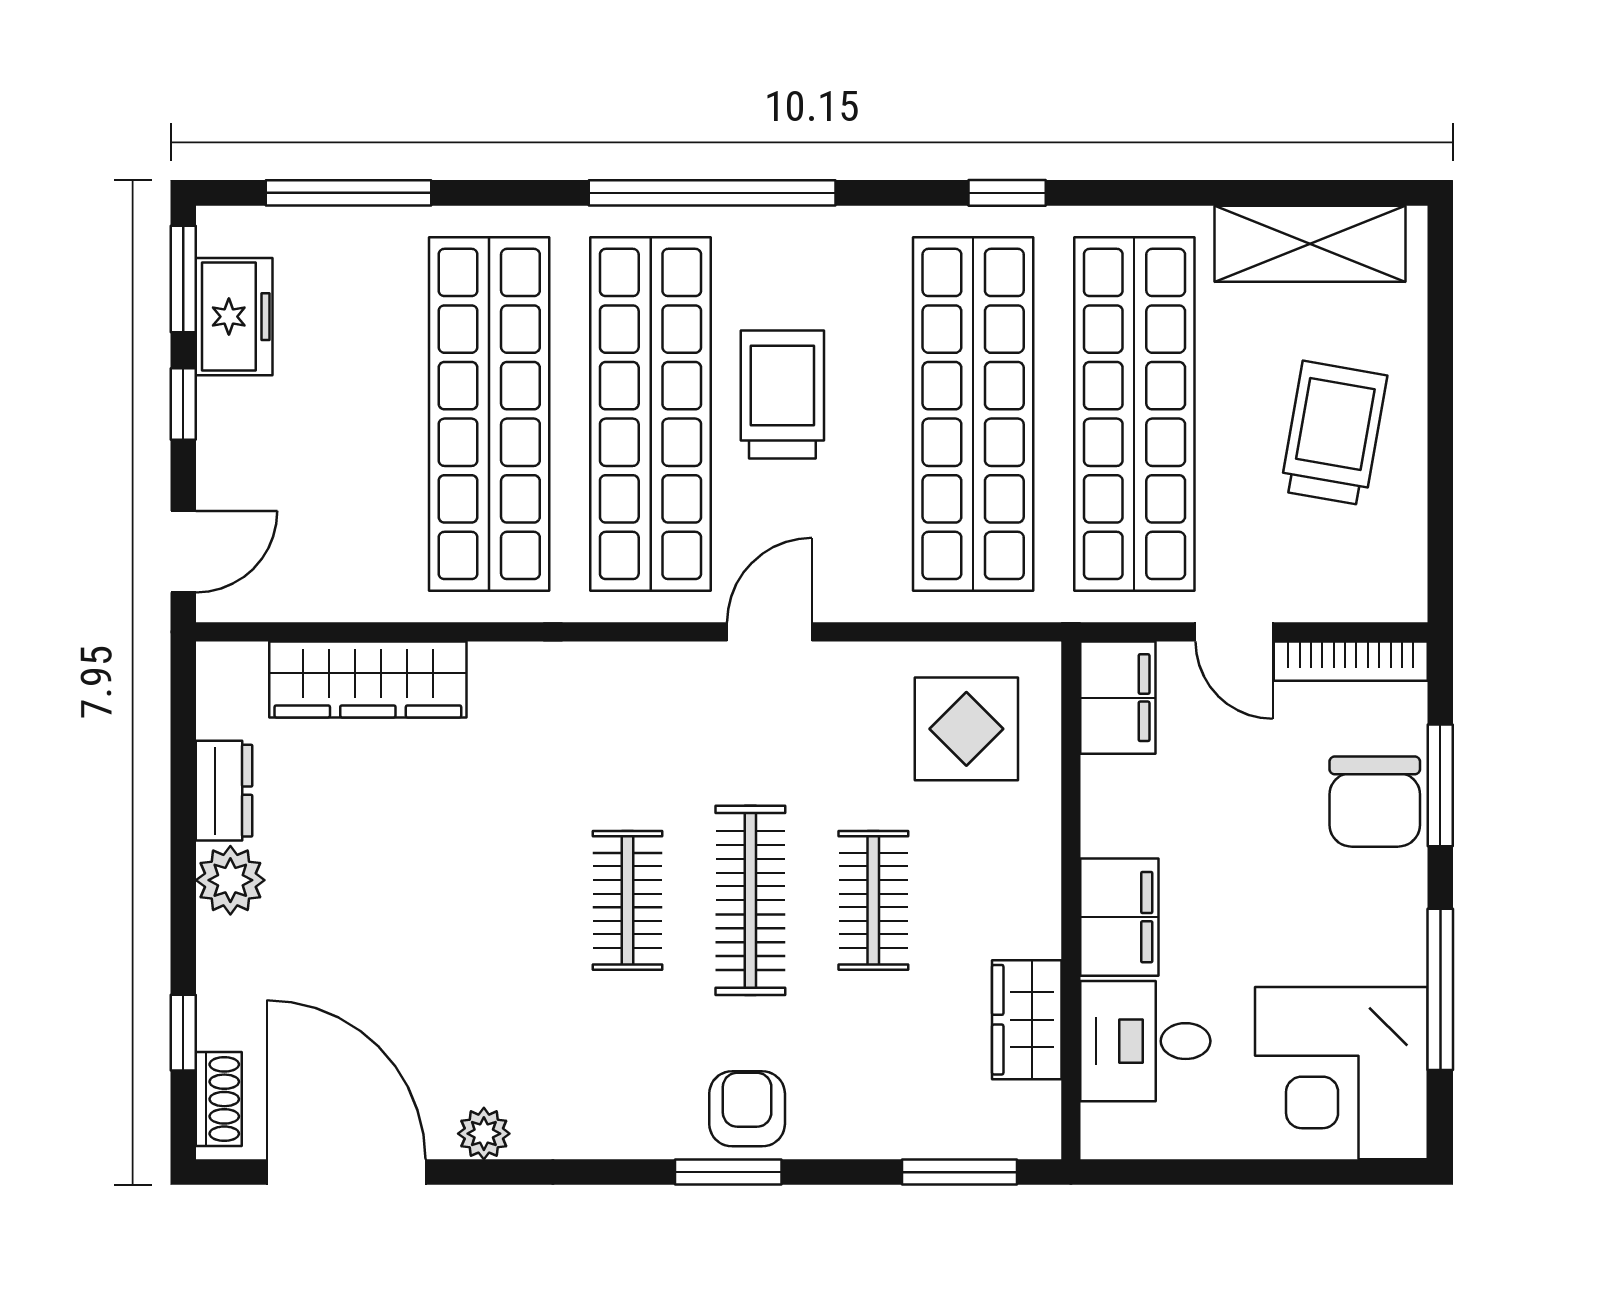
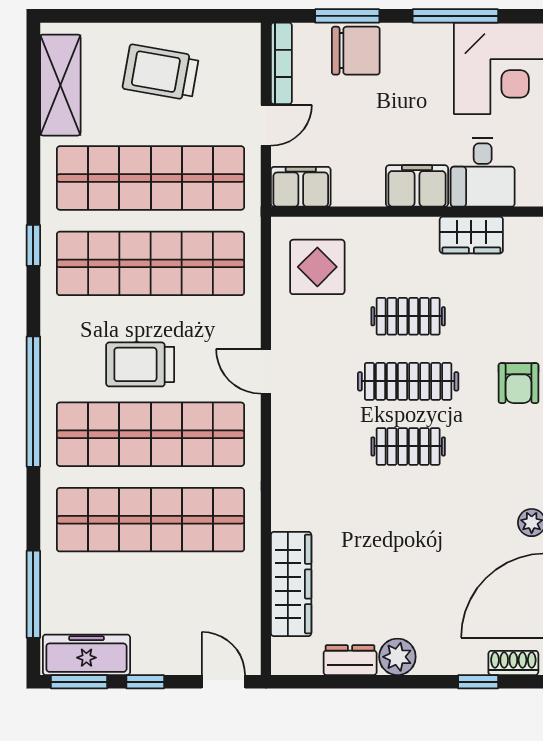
freezer: (234, 317) -> (86, 655), width x1.40
armchair: (747, 1109) -> (519, 383), turned -90

